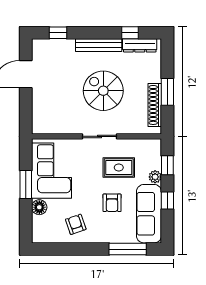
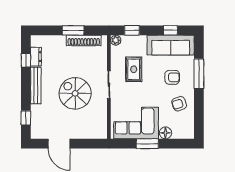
dresser: (140, 45) -> (36, 57), width x0.70
spiral stairs: (103, 91) -> (75, 93), moved, turned 90
plant: (155, 177) -> (116, 40), moved
window: (167, 200) -> (170, 30), moved
armchair: (112, 203) -> (172, 77), moved
window: (128, 249) -> (199, 74), moved

